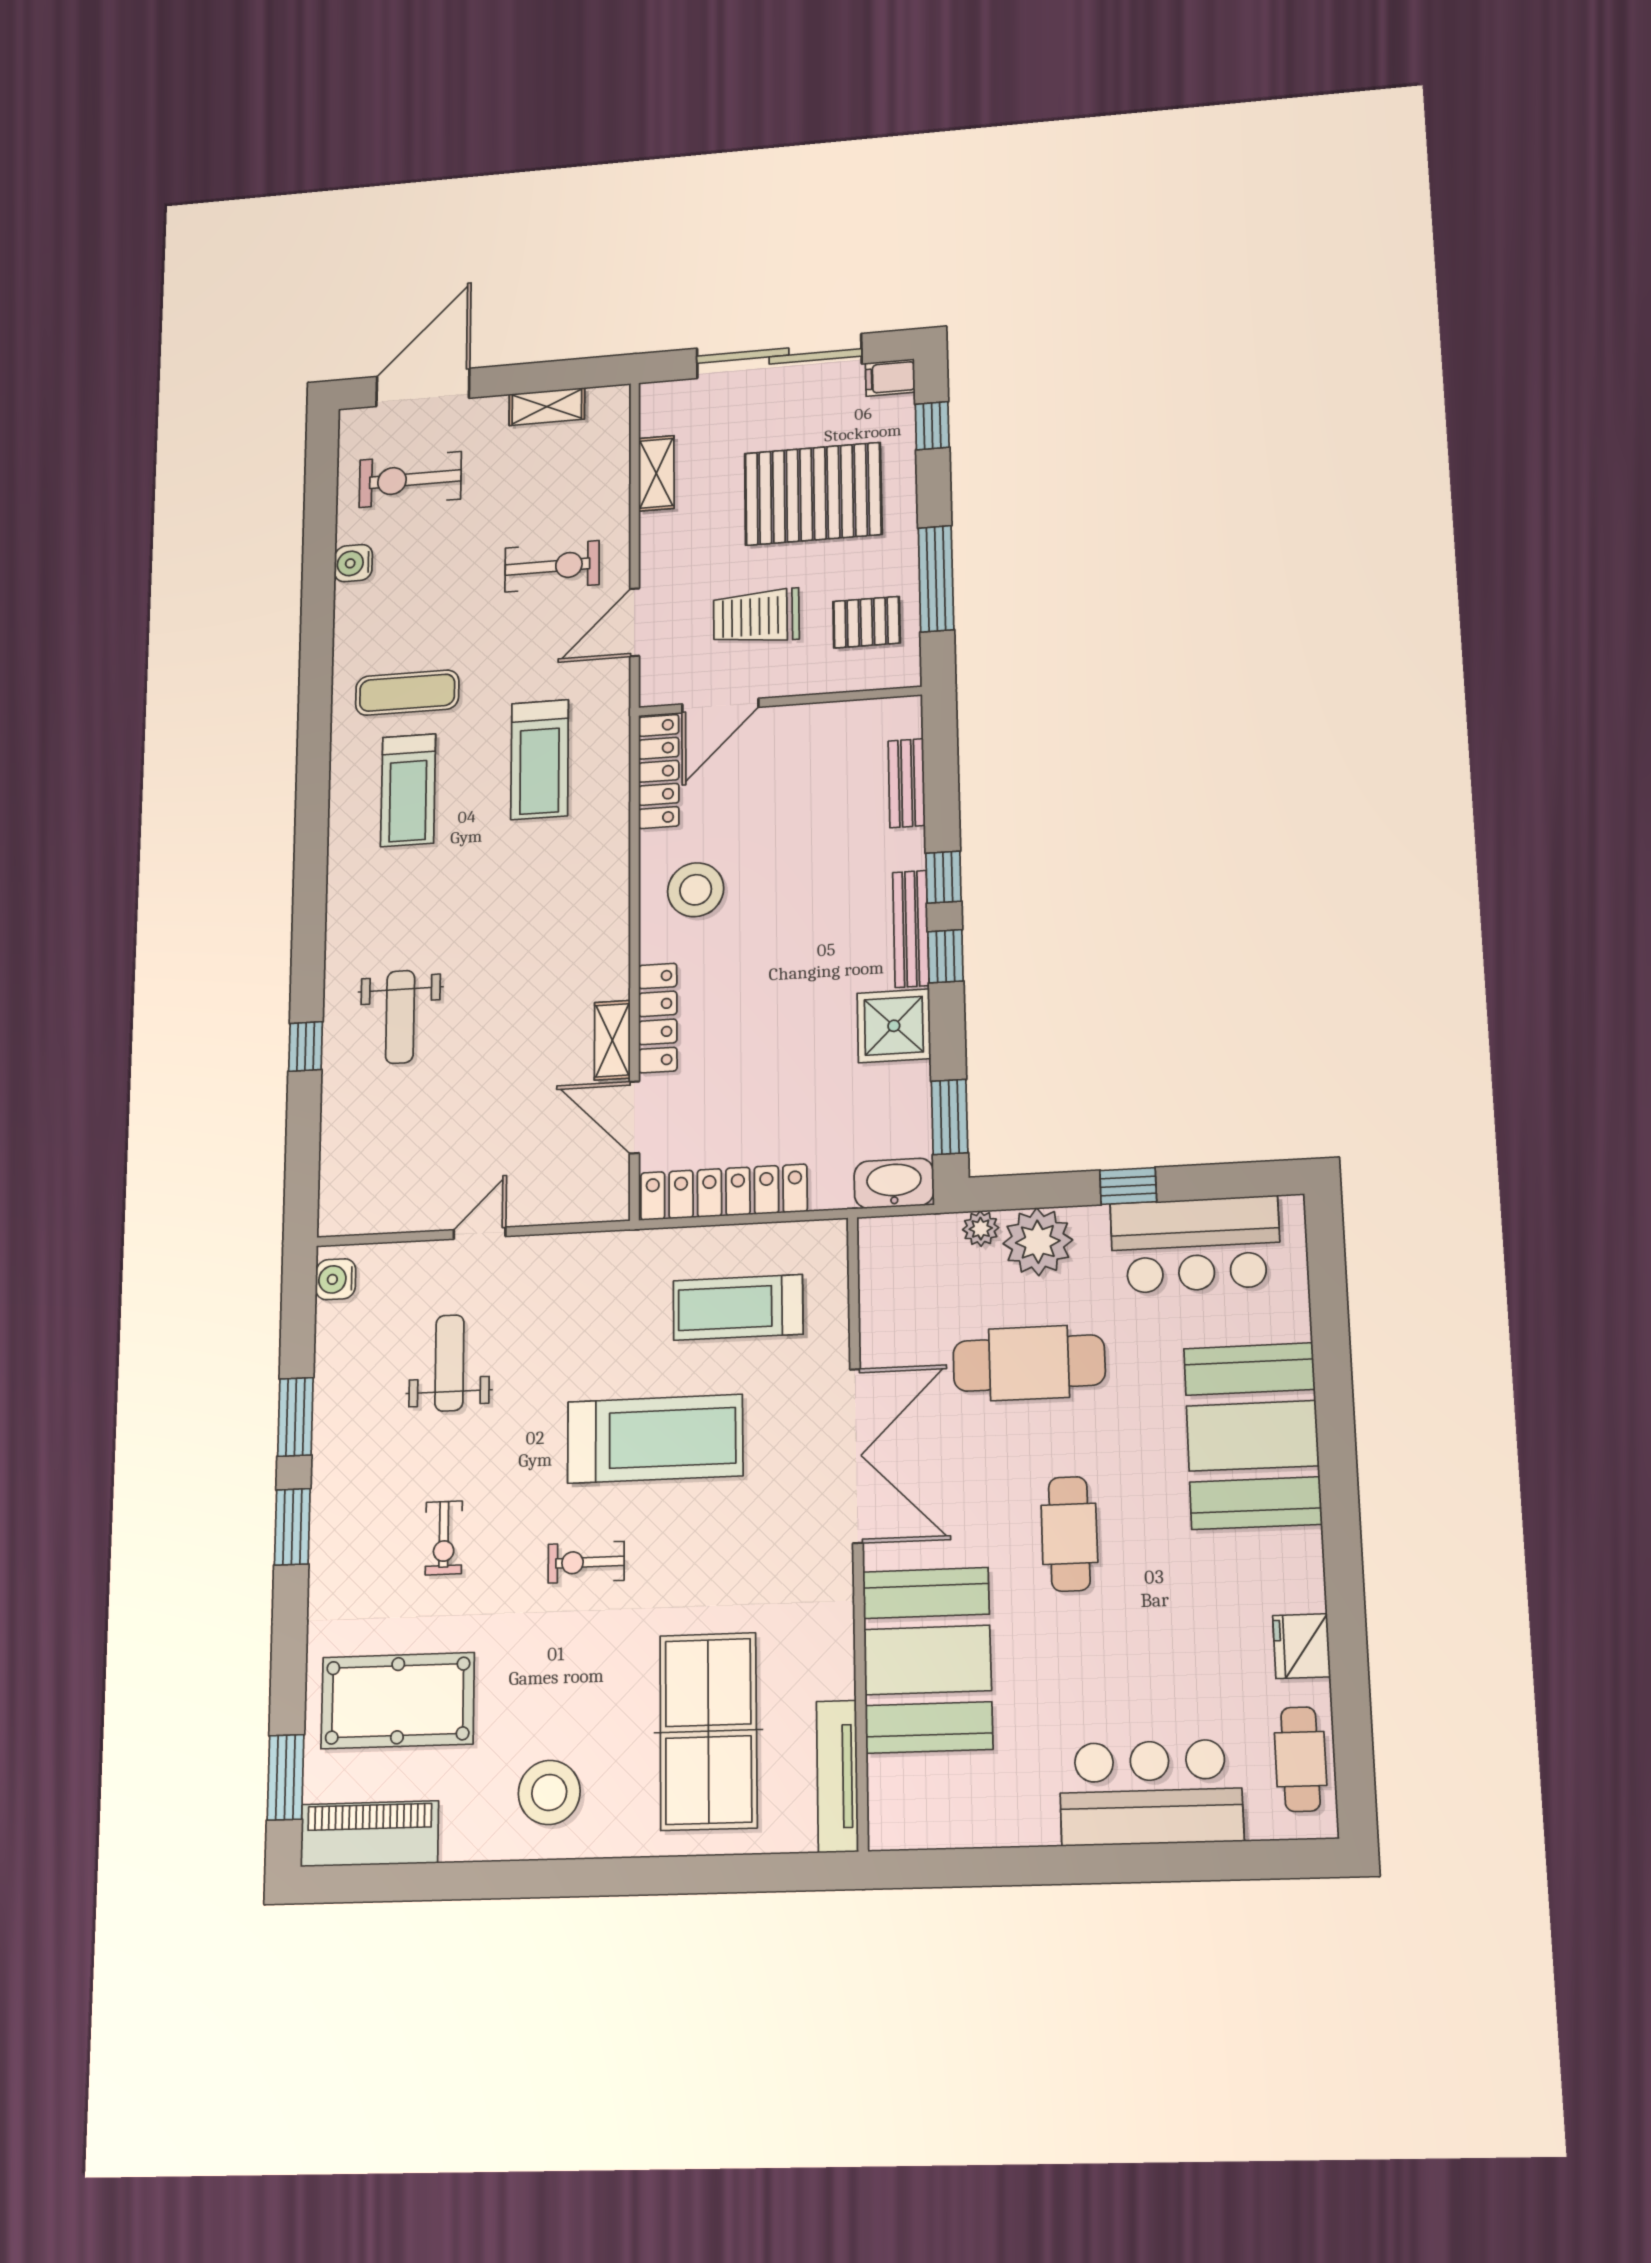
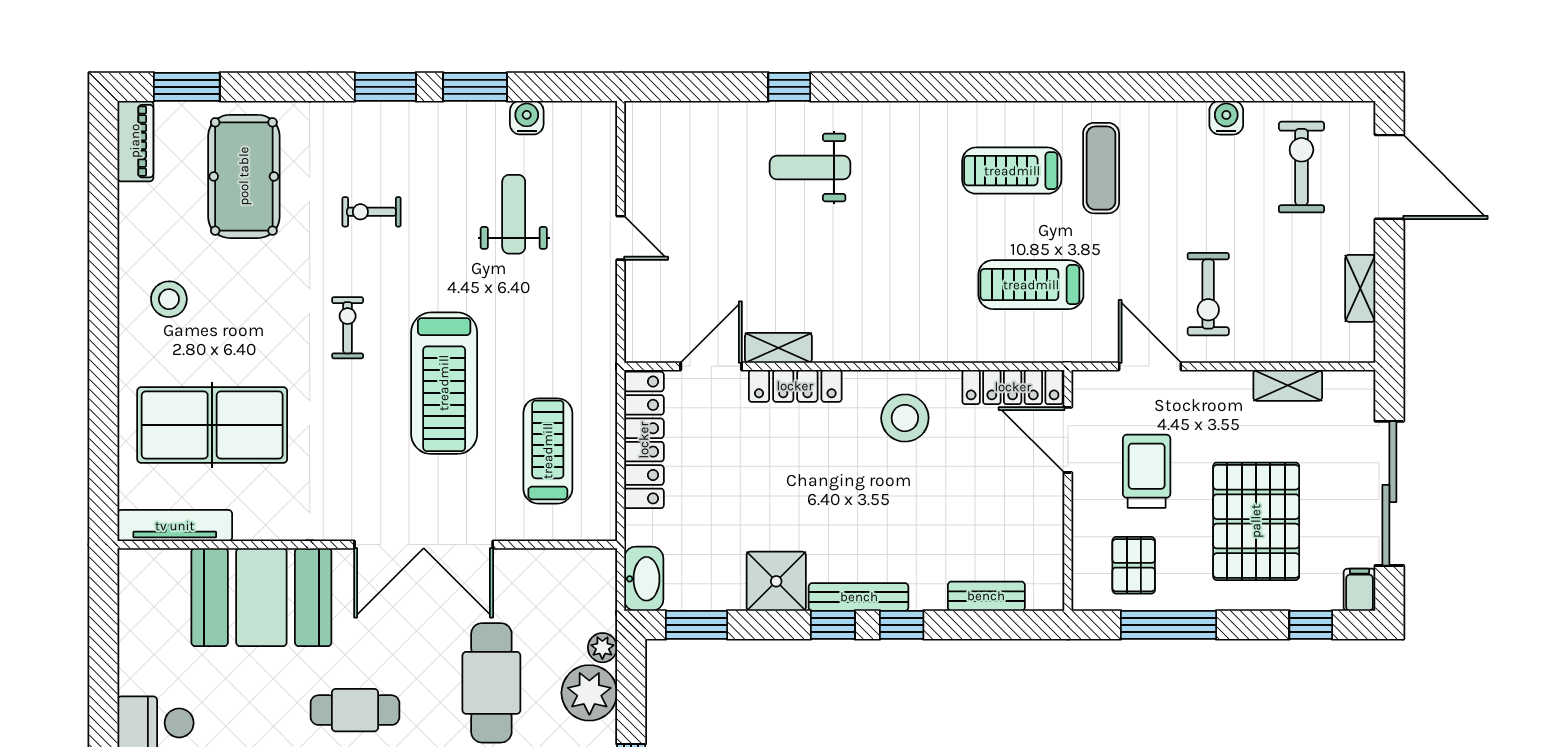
water cooler: (336, 1279) -> (527, 118), moved
weight bench: (449, 1363) -> (514, 214), turned -90
stool: (549, 1792) -> (169, 299), width x0.73, depth x0.73
piano: (369, 1834) -> (135, 141), width x0.73, depth x0.75

